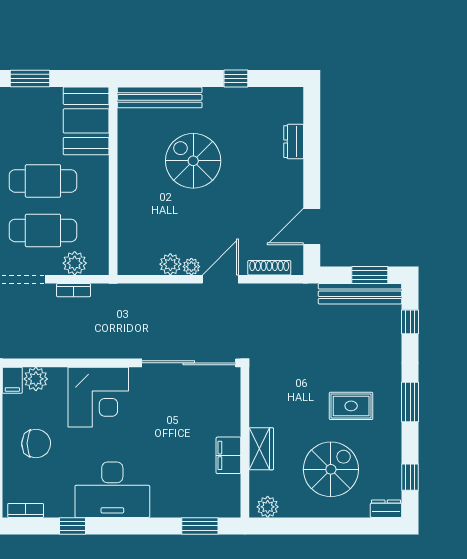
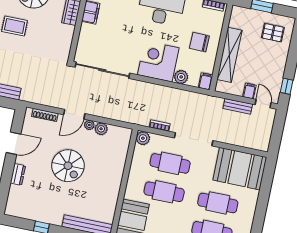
dresser: (294, 142) -> (18, 174), moved
spiral stairs: (193, 161) -> (68, 166), moved
door: (312, 227) -> (14, 143), moved
plant: (75, 263) -> (143, 138), moved
plant: (36, 379) -> (181, 77), moved

